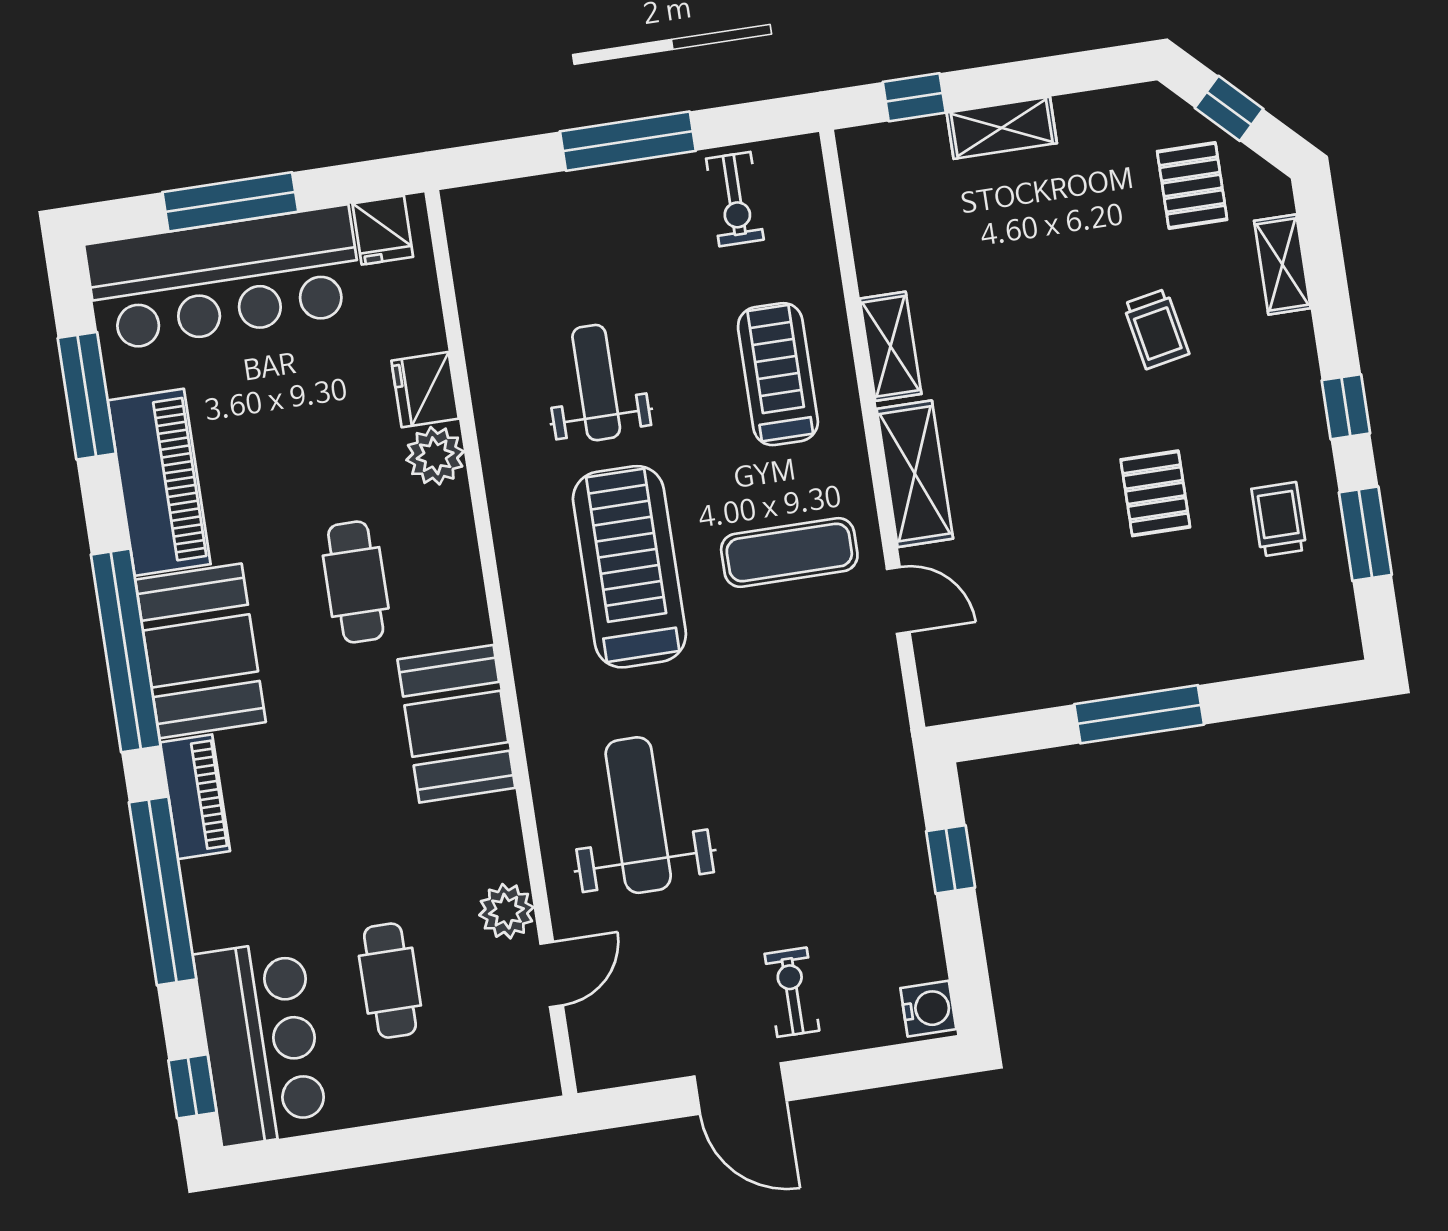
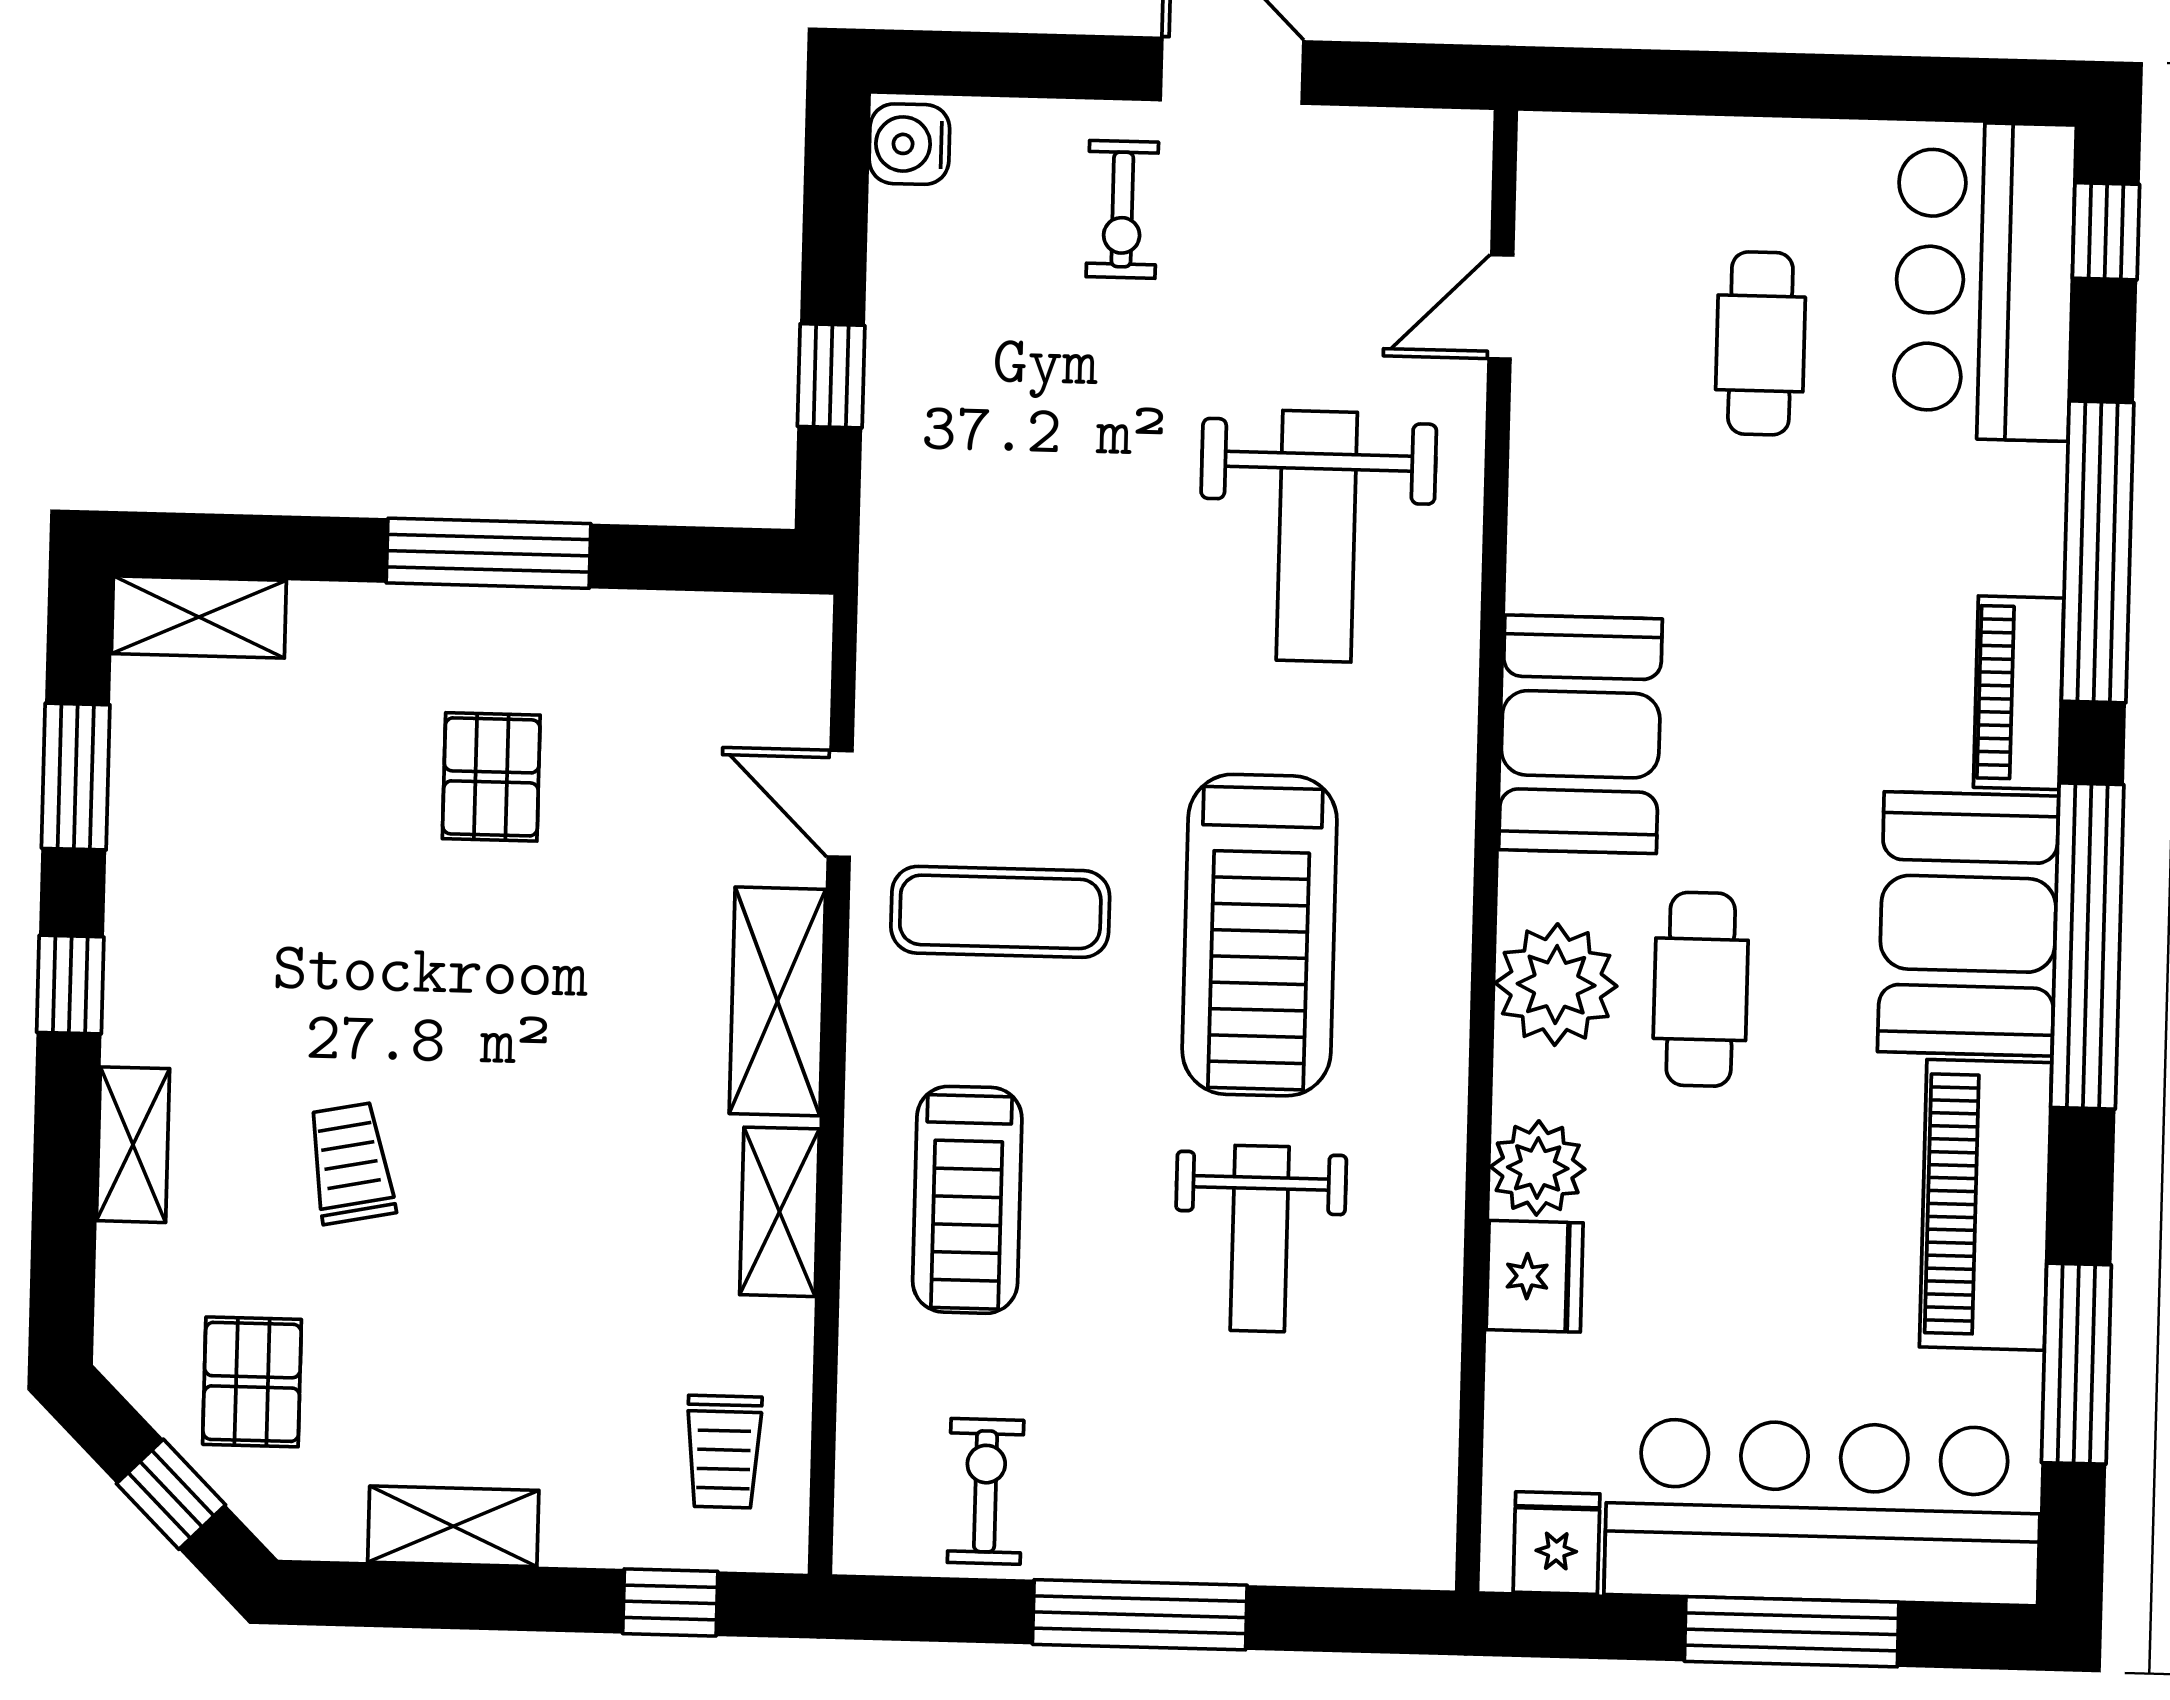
shelving: (1002, 128) -> (453, 1526), moved
shelving: (1282, 265) -> (133, 1145), moved
pallet: (1155, 493) -> (491, 777), moved
trolley: (1279, 519) -> (724, 1452), moved
shelving: (1308, 644) -> (199, 617), added
plant: (506, 911) -> (1556, 985), moved, width x1.36, depth x1.36

